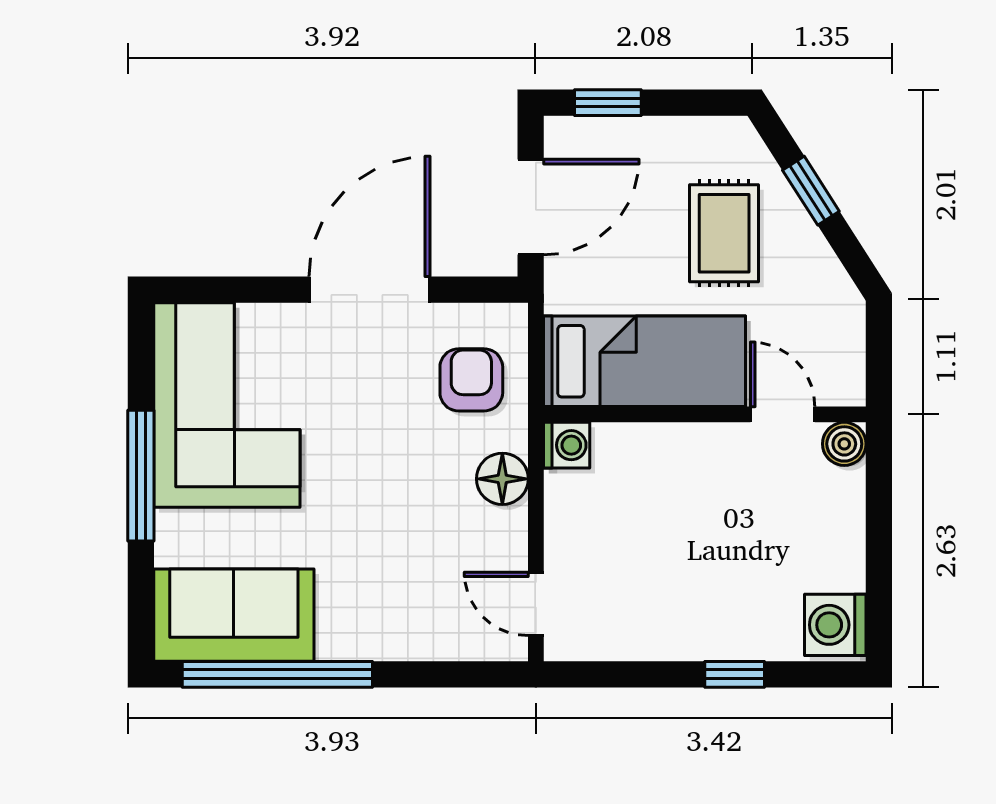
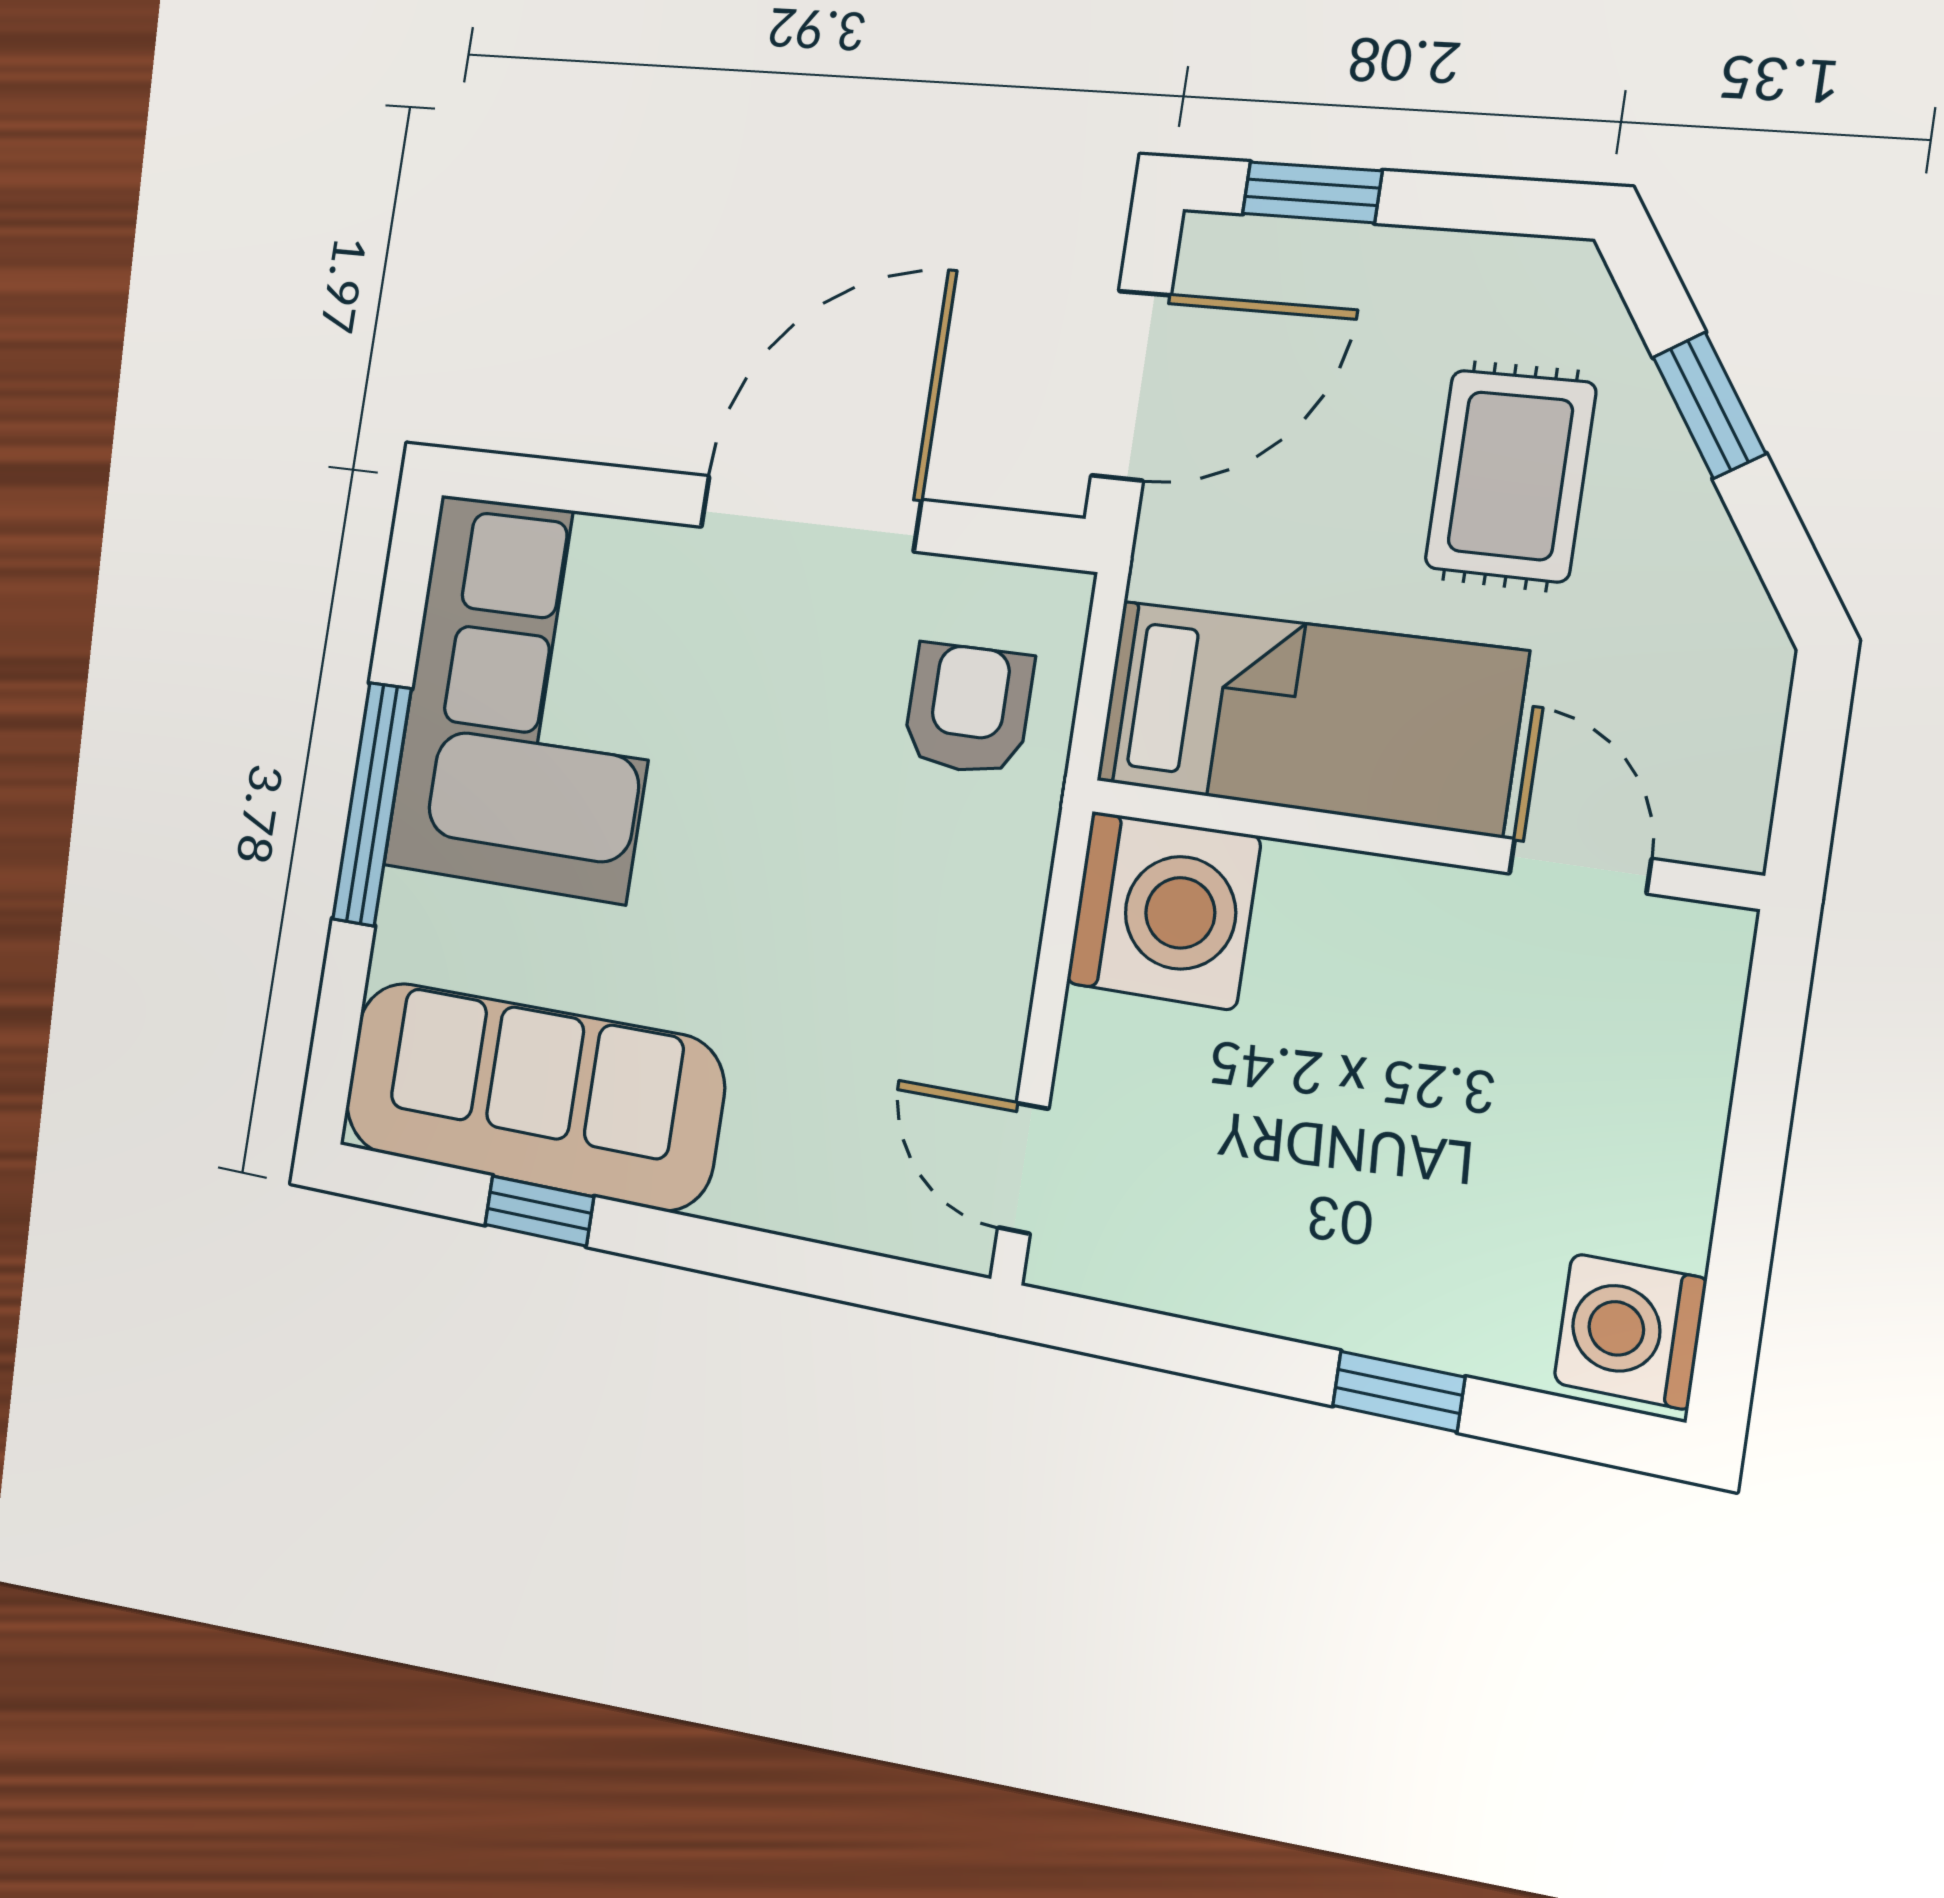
boiler: (844, 444) -> (1705, 948), removed
washing machine: (567, 445) -> (1163, 910), width x1.89, depth x1.89
floor lamp: (502, 479) -> (997, 911), removed
sofa: (234, 615) -> (532, 1095), width x1.36
window: (277, 674) -> (539, 1211), width x0.32

